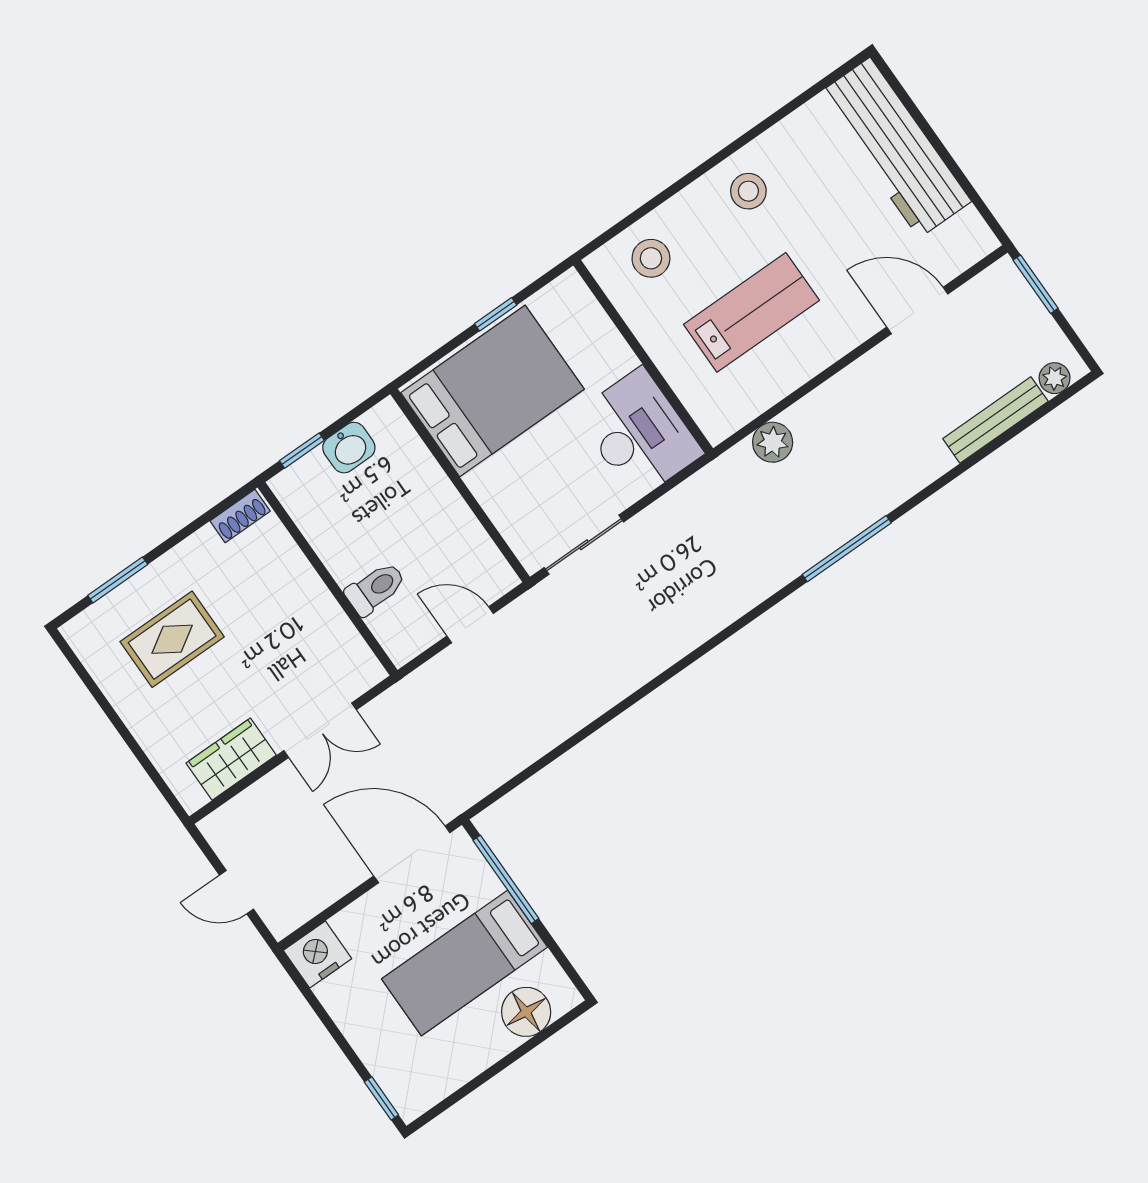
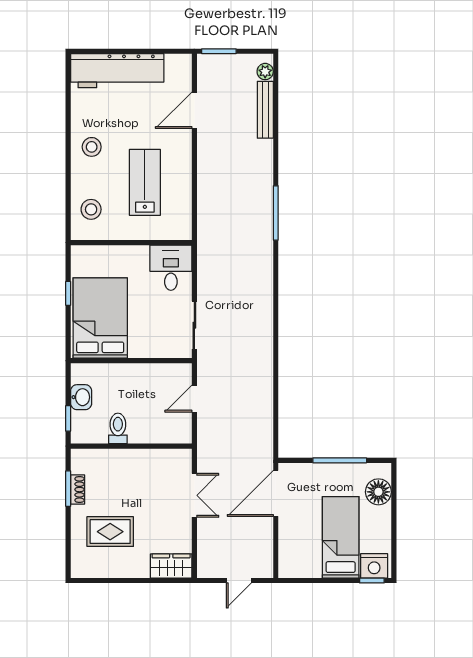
desk: (639, 434) -> (171, 268), width x0.73
plant: (773, 442) -> (207, 213), removed
shoe rack: (240, 516) -> (78, 490), moved
window: (118, 580) -> (68, 489), moved
toilet: (376, 589) -> (118, 428), moved
rug: (172, 639) -> (110, 532), turned 90
wardrobe: (231, 759) -> (171, 566), moved, turned 90
window: (506, 879) -> (340, 460), moved
nightstand: (318, 955) -> (374, 566), moved, turned -90
bed: (465, 963) -> (341, 537), moved, turned 180

